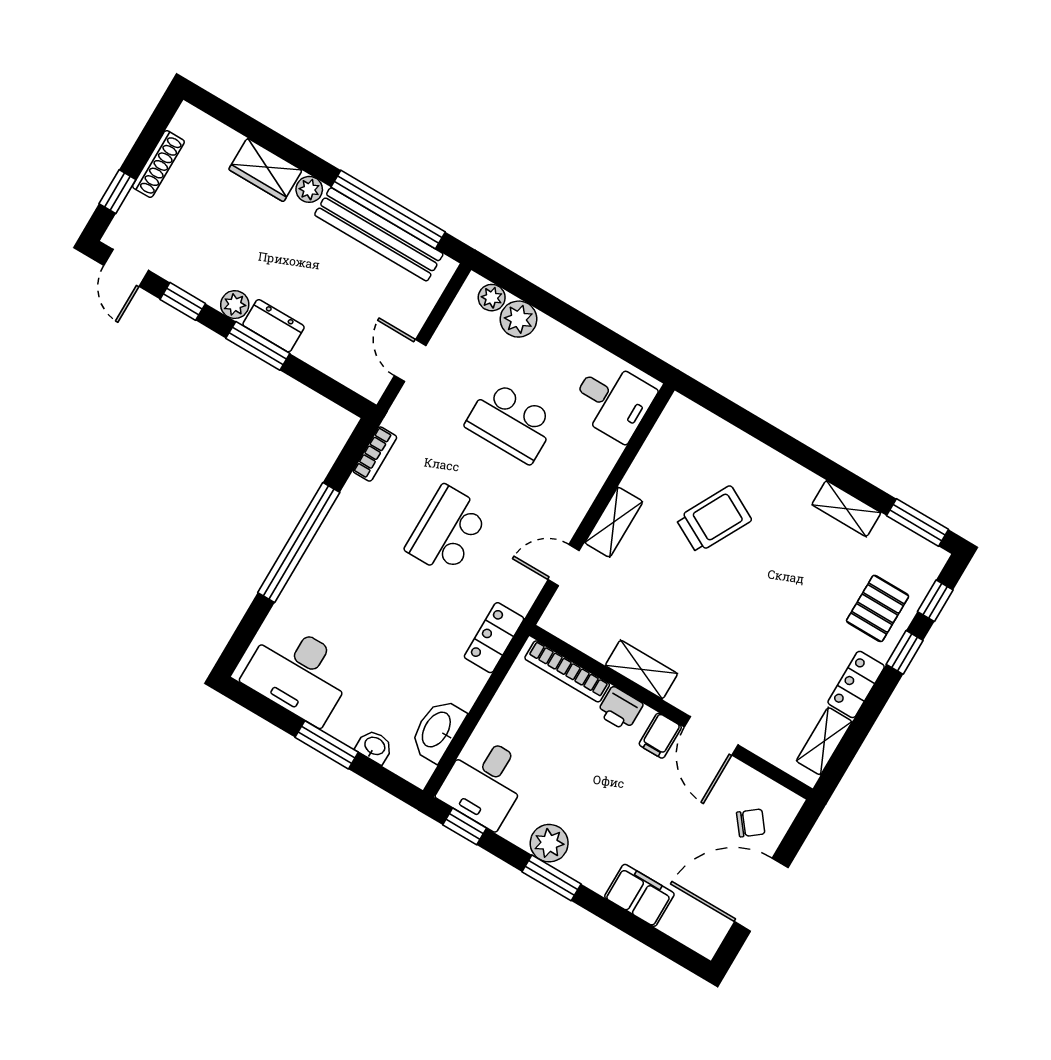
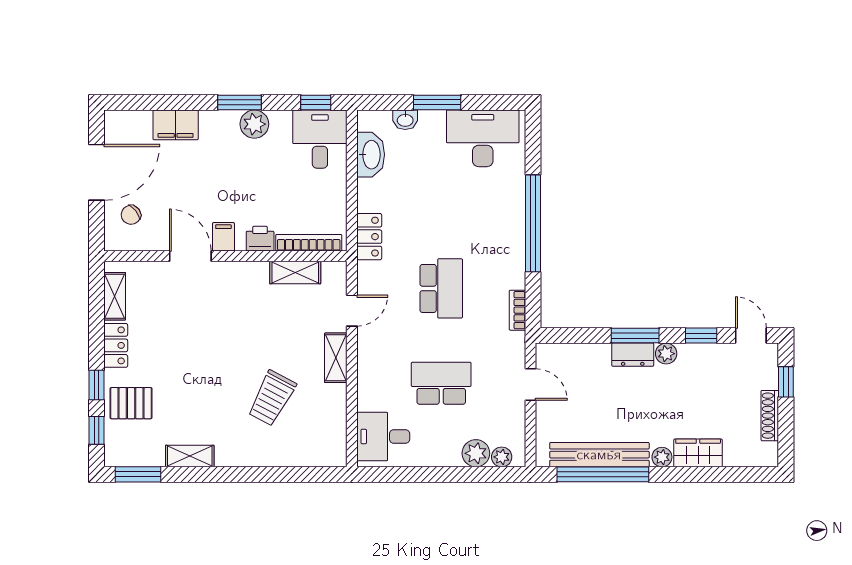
pallet: (878, 608) -> (131, 403), turned 90
shelving: (641, 670) -> (295, 273), moved

